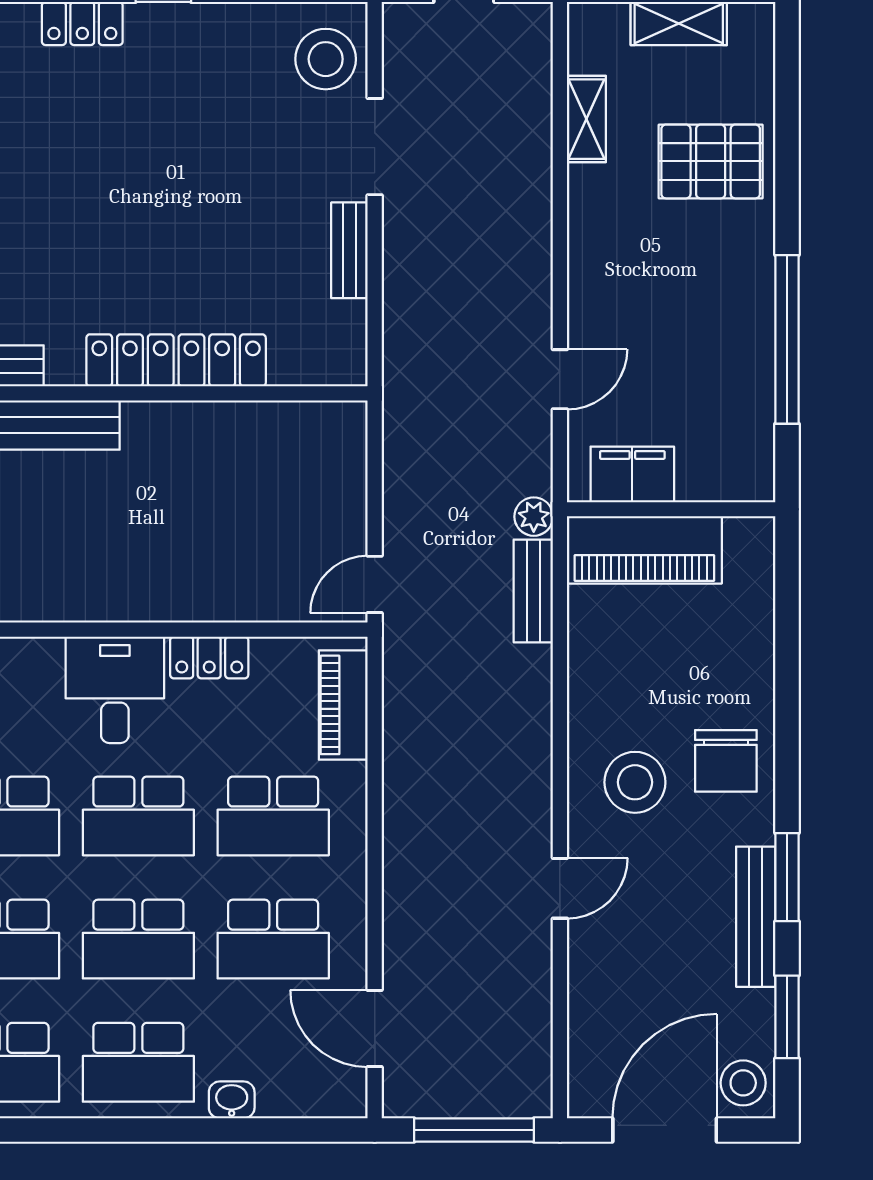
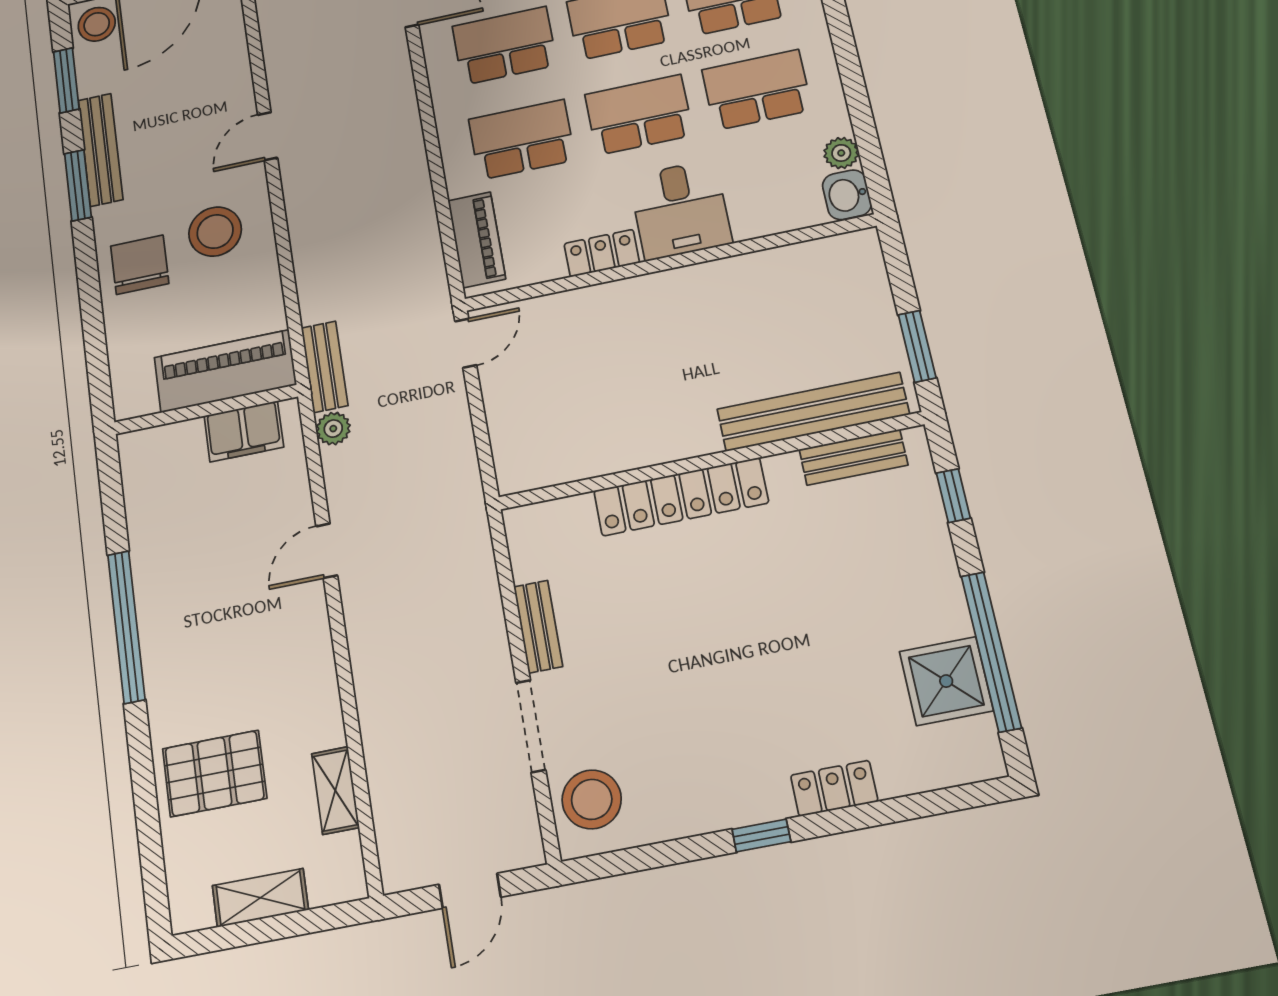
filing cabinet: (632, 474) -> (244, 431), moved
wall: (671, 509) -> (206, 409), moved
piano: (644, 550) -> (225, 371), moved

